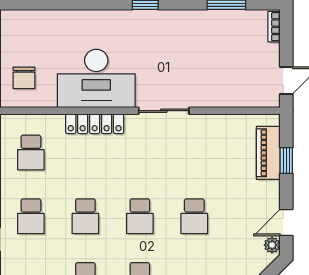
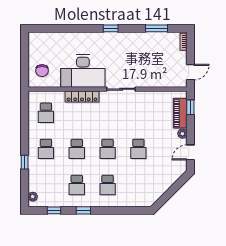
window: (286, 161) -> (190, 107), moved
plant: (272, 245) -> (182, 134), moved

